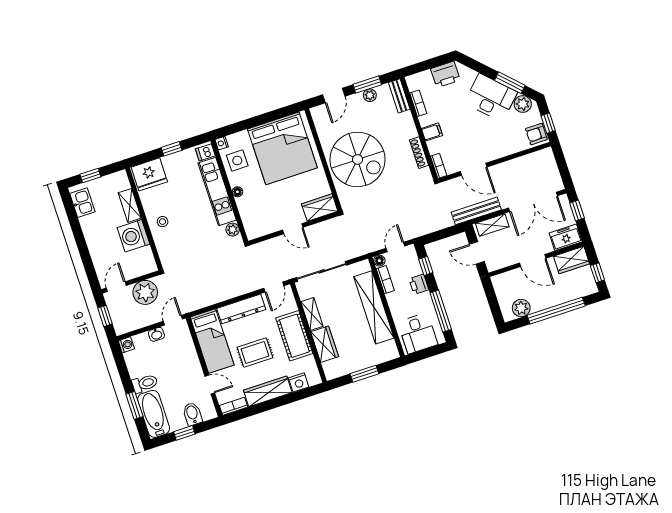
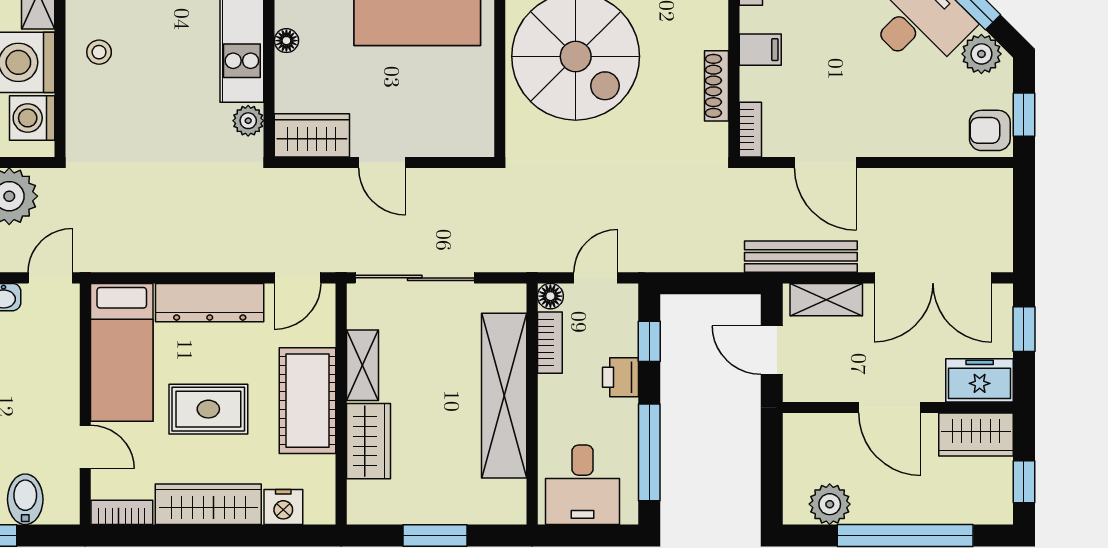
wardrobe: (320, 208) -> (312, 135), moved
washing machine: (144, 257) -> (32, 118), added

